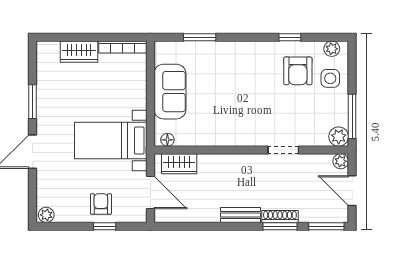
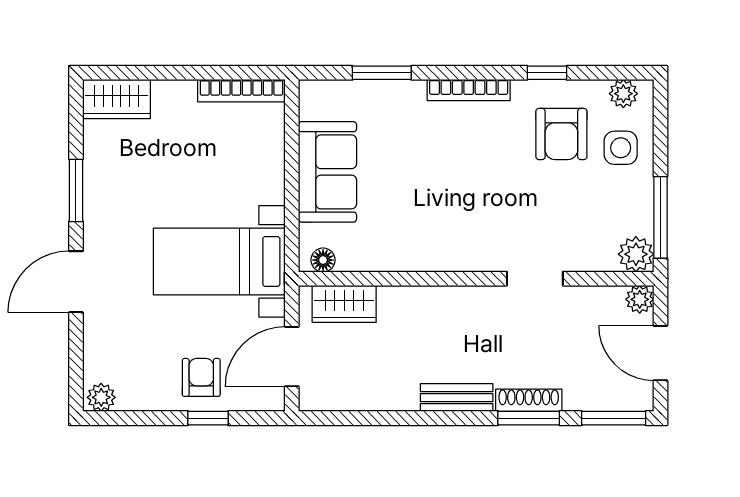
bookcase: (247, 47) -> (469, 90), added
wardrobe: (79, 52) -> (116, 99), moved
door: (150, 193) -> (292, 357), swing flipped

